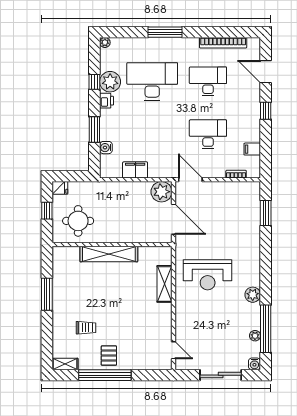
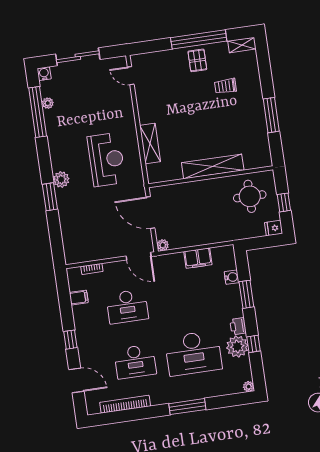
plant: (161, 192) -> (163, 245), width x0.53, depth x0.53
window: (266, 213) -> (50, 197), moved
reception desk: (208, 275) -> (106, 159), turned 90
plant: (253, 295) -> (61, 179), moved

